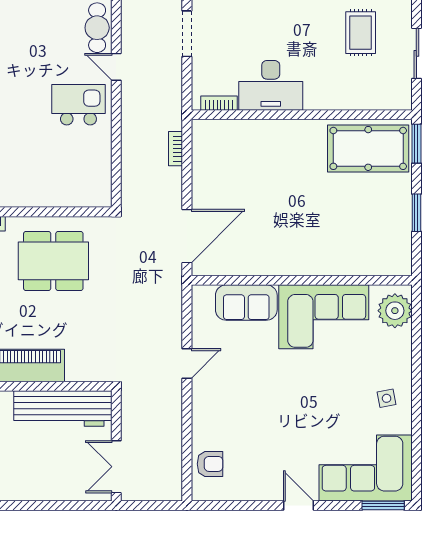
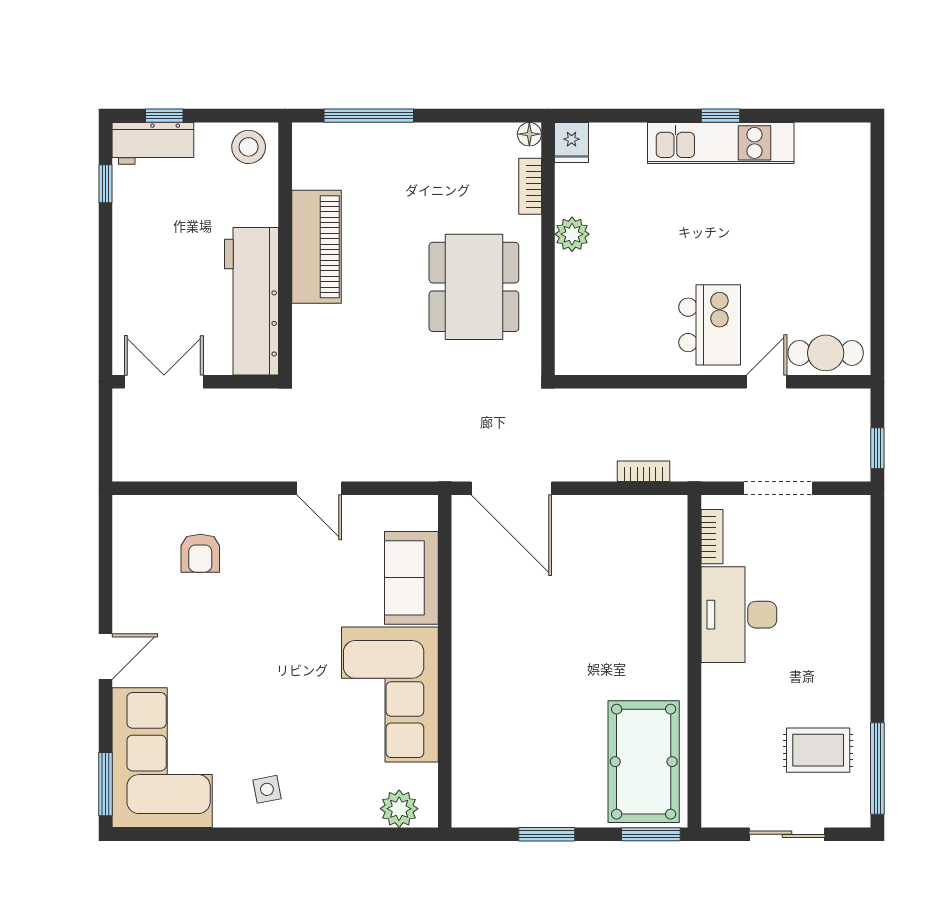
doorway: (187, 34) -> (778, 488), moved
plant: (18, 196) -> (572, 234), added
plant: (395, 311) -> (399, 809), width x0.73, depth x0.73
armchair: (210, 464) -> (200, 553), moved

